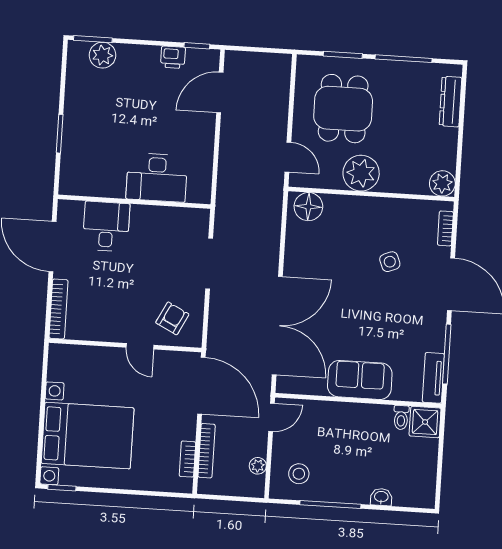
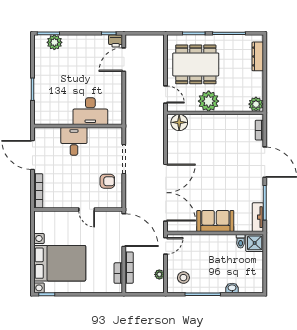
printer: (173, 57) -> (116, 41), moved
dining table: (343, 109) -> (196, 64), width x1.38
desk: (106, 226) -> (74, 141), moved
side table: (390, 262) -> (228, 151), removed
armchair: (172, 318) -> (107, 181), moved, turned 63

